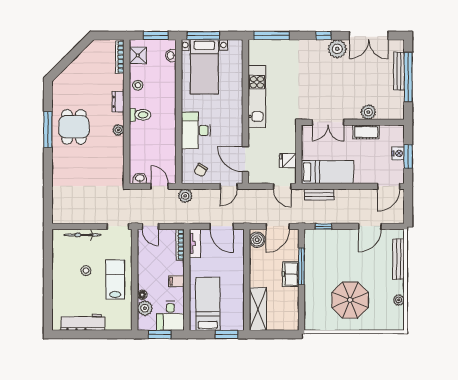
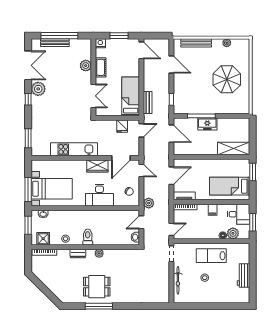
window: (272, 36) -> (28, 138), width x0.69
wardrobe: (235, 128) -> (97, 166), added
nightstand: (398, 153) -> (100, 43), moved
boiler: (257, 240) -> (182, 149), removed
workbench: (83, 322) -> (243, 275), width x0.73

